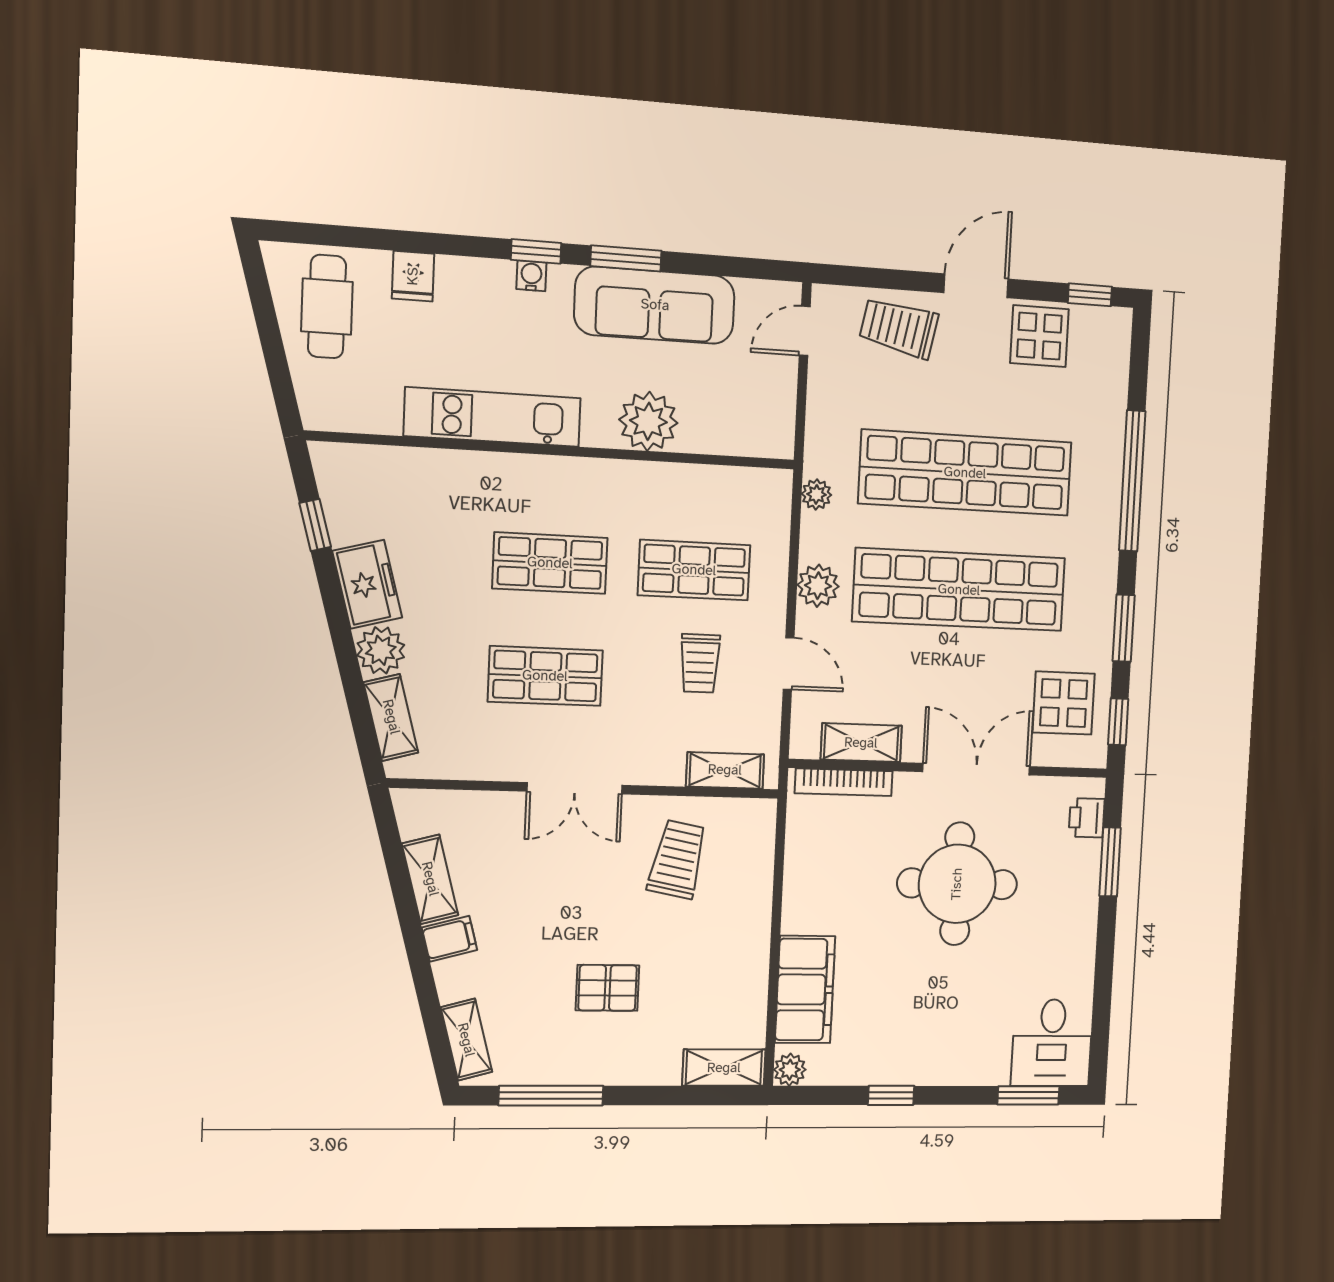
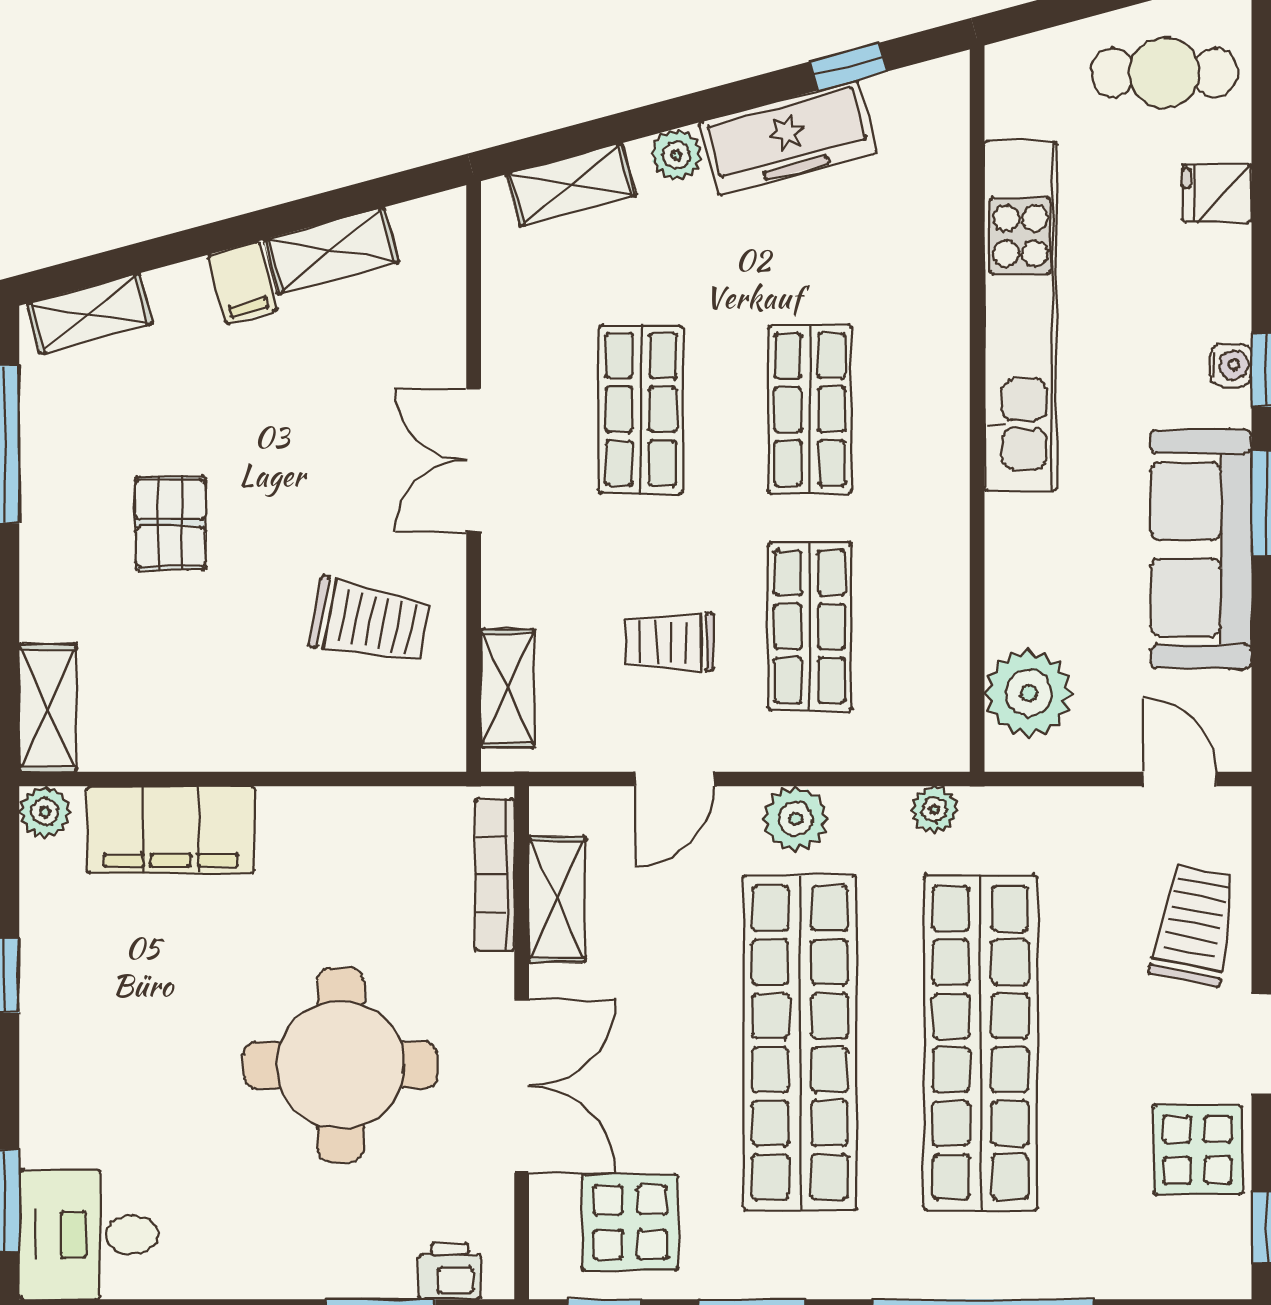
kitchen unit: (492, 417) -> (1020, 316), width x1.36
plant: (648, 421) -> (1029, 693), moved
freezer: (367, 584) -> (788, 138), width x1.40
plant: (381, 650) -> (676, 155), width x0.73, depth x0.73

